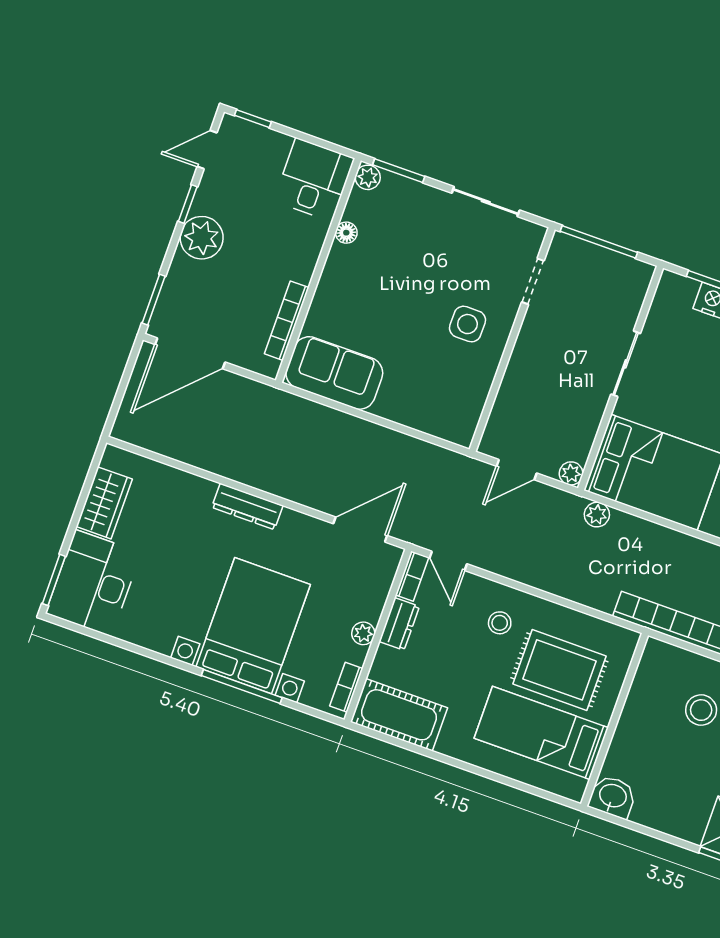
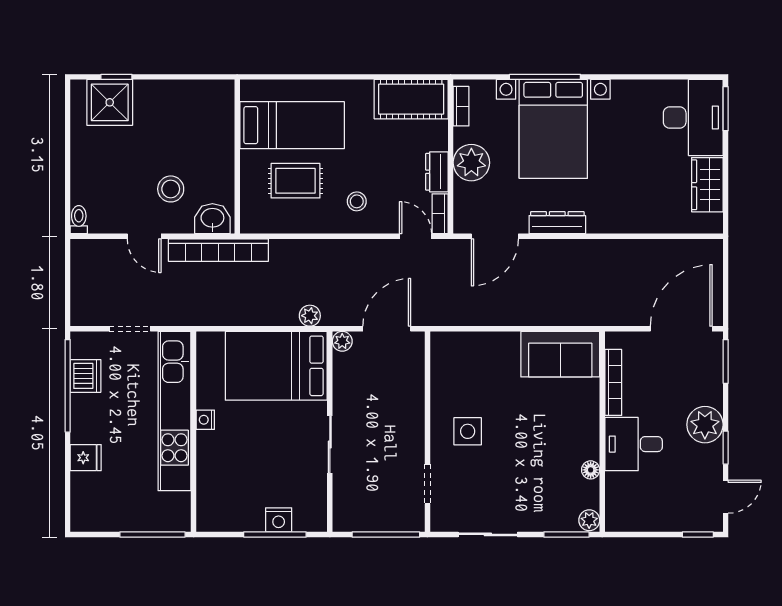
desk: (314, 180) -> (634, 444), moved, turned 90
door: (517, 470) -> (387, 329), width x1.38
dresser: (247, 506) -> (557, 223), moved
plant: (363, 633) -> (471, 163), width x1.88, depth x1.88
rug: (559, 670) -> (295, 181), width x0.73, depth x0.70
washbasin: (613, 797) -> (212, 219), moved, turned 180

